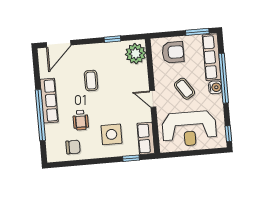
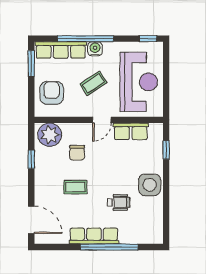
side table: (112, 134) -> (150, 185), moved
row of seats: (146, 138) -> (131, 131), moved
chair: (73, 147) -> (77, 153), moved, turned 180

